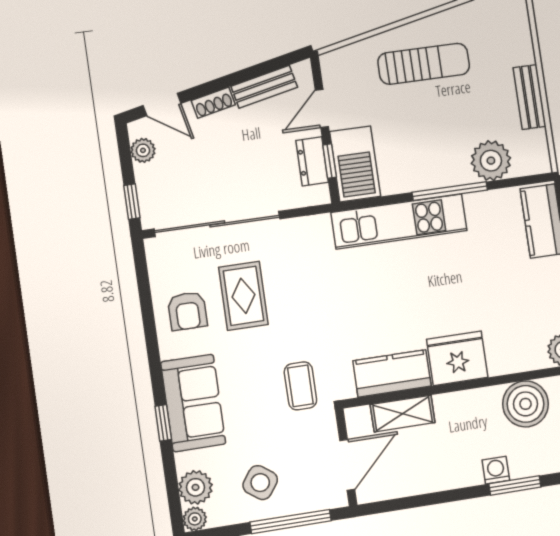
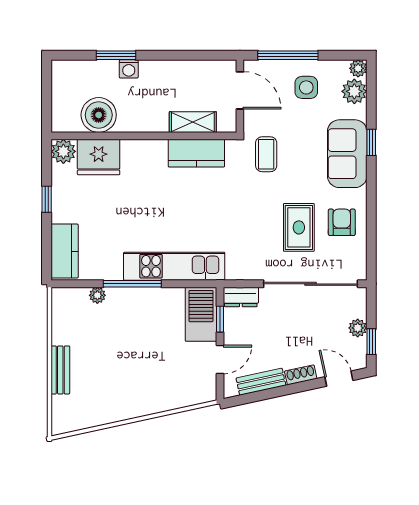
sun lounger: (424, 64) -> (138, 383), removed
bench: (530, 97) -> (60, 370), moved
plant: (143, 150) -> (358, 328), moved
dresser: (312, 161) -> (241, 297), moved, turned 90
plant: (491, 161) -> (97, 295), width x0.53, depth x0.53
window: (132, 202) -> (371, 342), moved
fridge: (457, 358) -> (99, 157), moved
door: (347, 465) -> (240, 90), swing flipped
side table: (260, 483) -> (306, 87), turned -36

